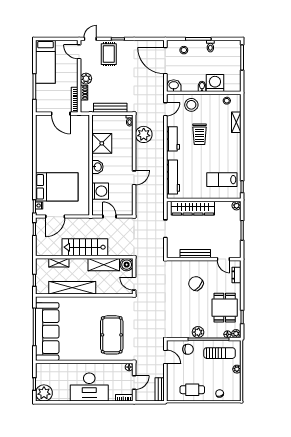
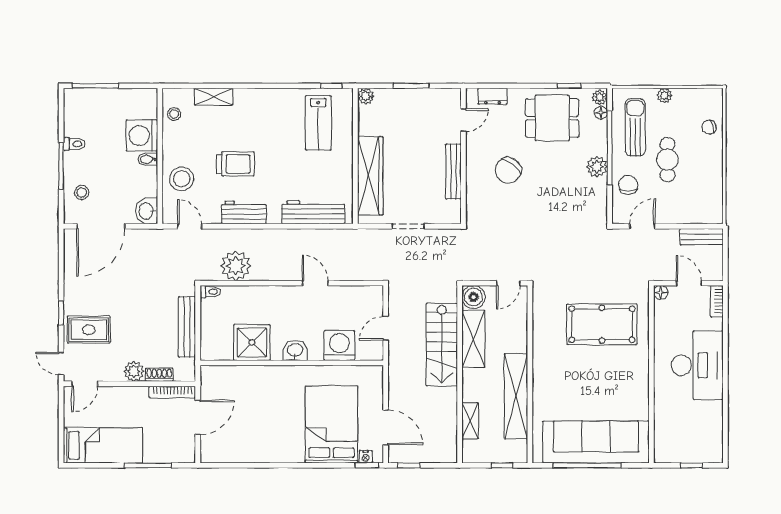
stairs: (85, 247) -> (442, 345), moved
cafe table: (192, 390) -> (667, 160), moved
plant: (44, 393) -> (708, 448), removed

